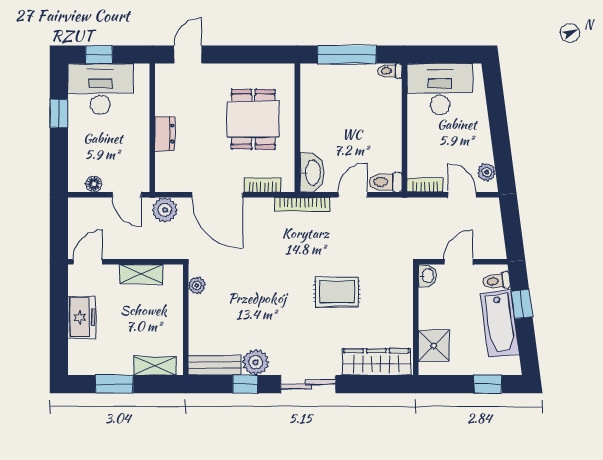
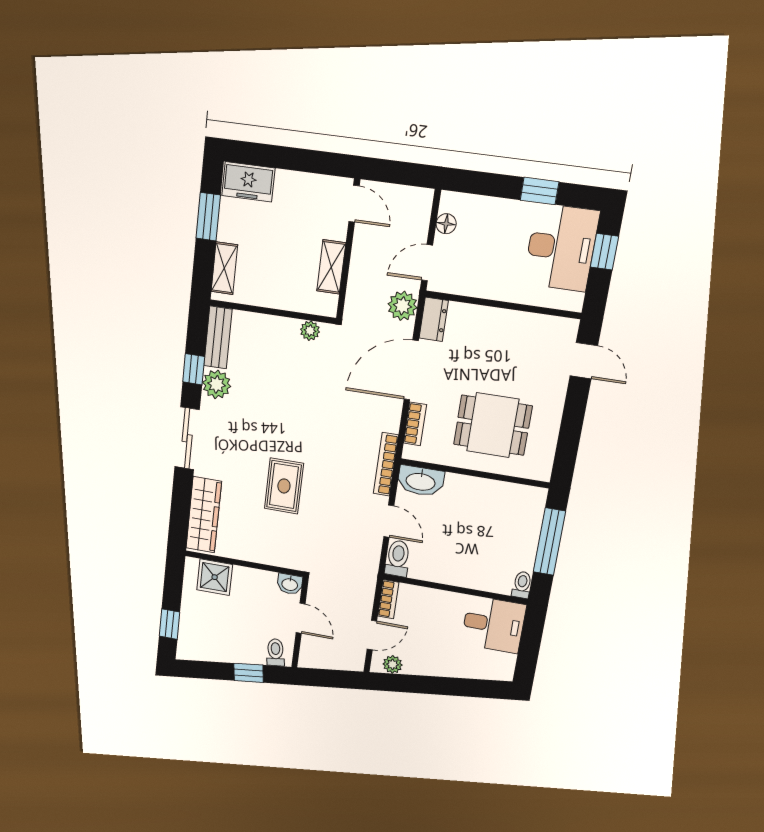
desk: (440, 89) -> (493, 624), width x0.73
dresser: (165, 134) -> (434, 319), moved, turned -90
freezer: (82, 317) -> (248, 182), moved
bathtub: (500, 323) -> (231, 648), removed

